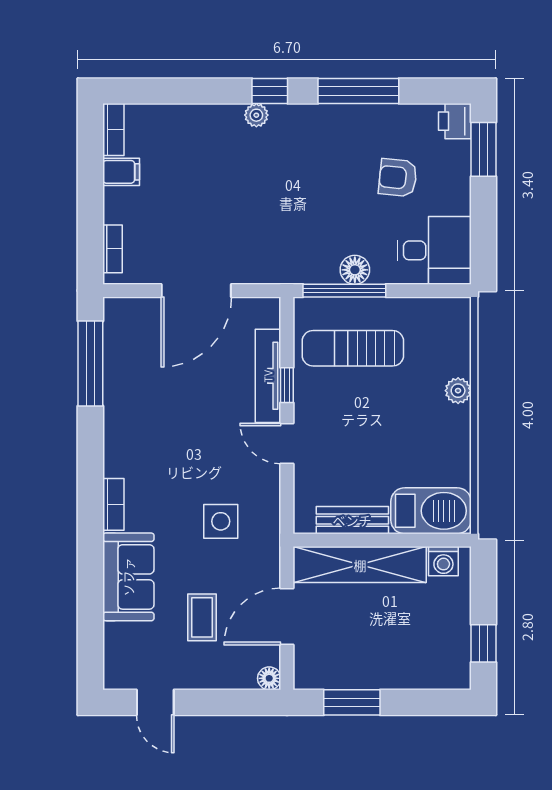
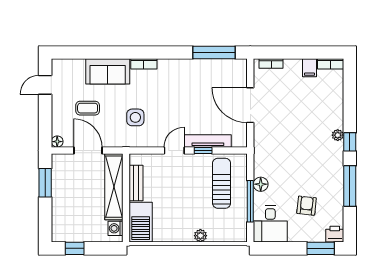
window: (344, 291) -> (250, 201), moved

